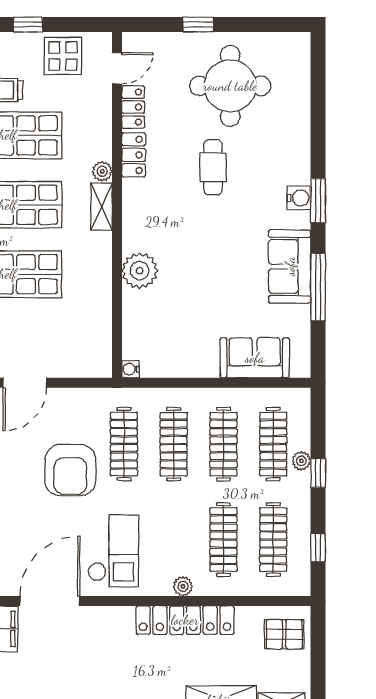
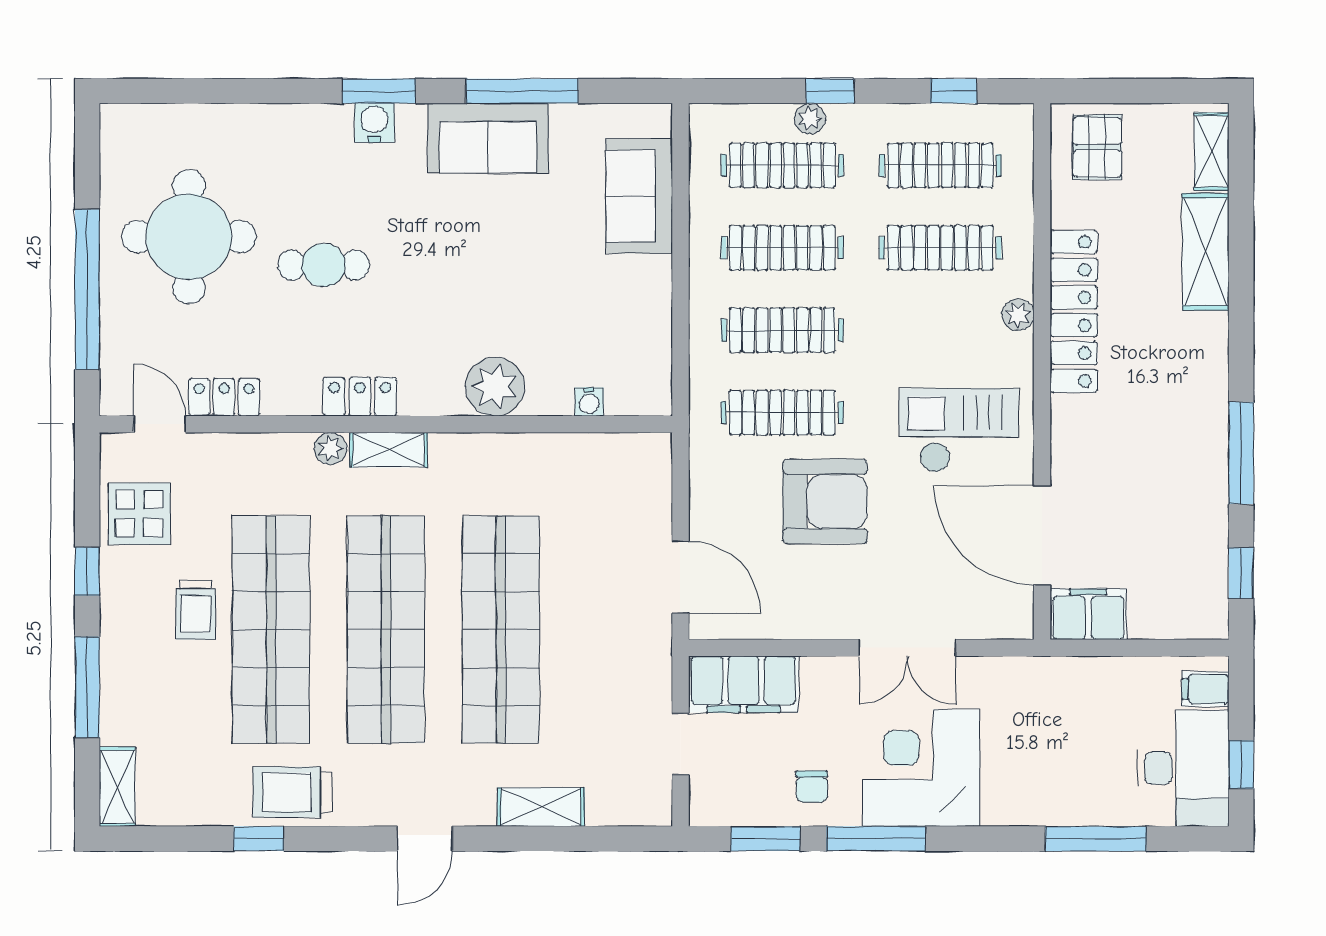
window: (198, 25) -> (87, 289), width x3.17
locker: (134, 155) -> (360, 397), moved
water cooler: (130, 369) -> (589, 402), moved

